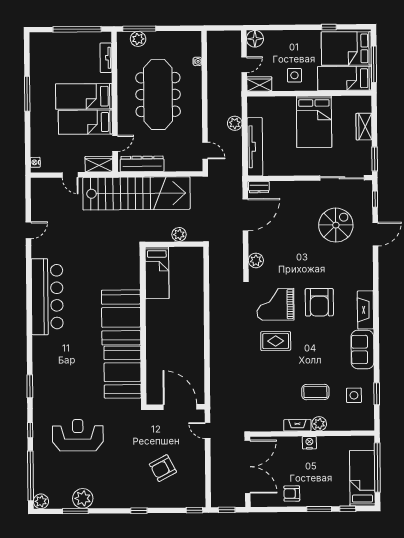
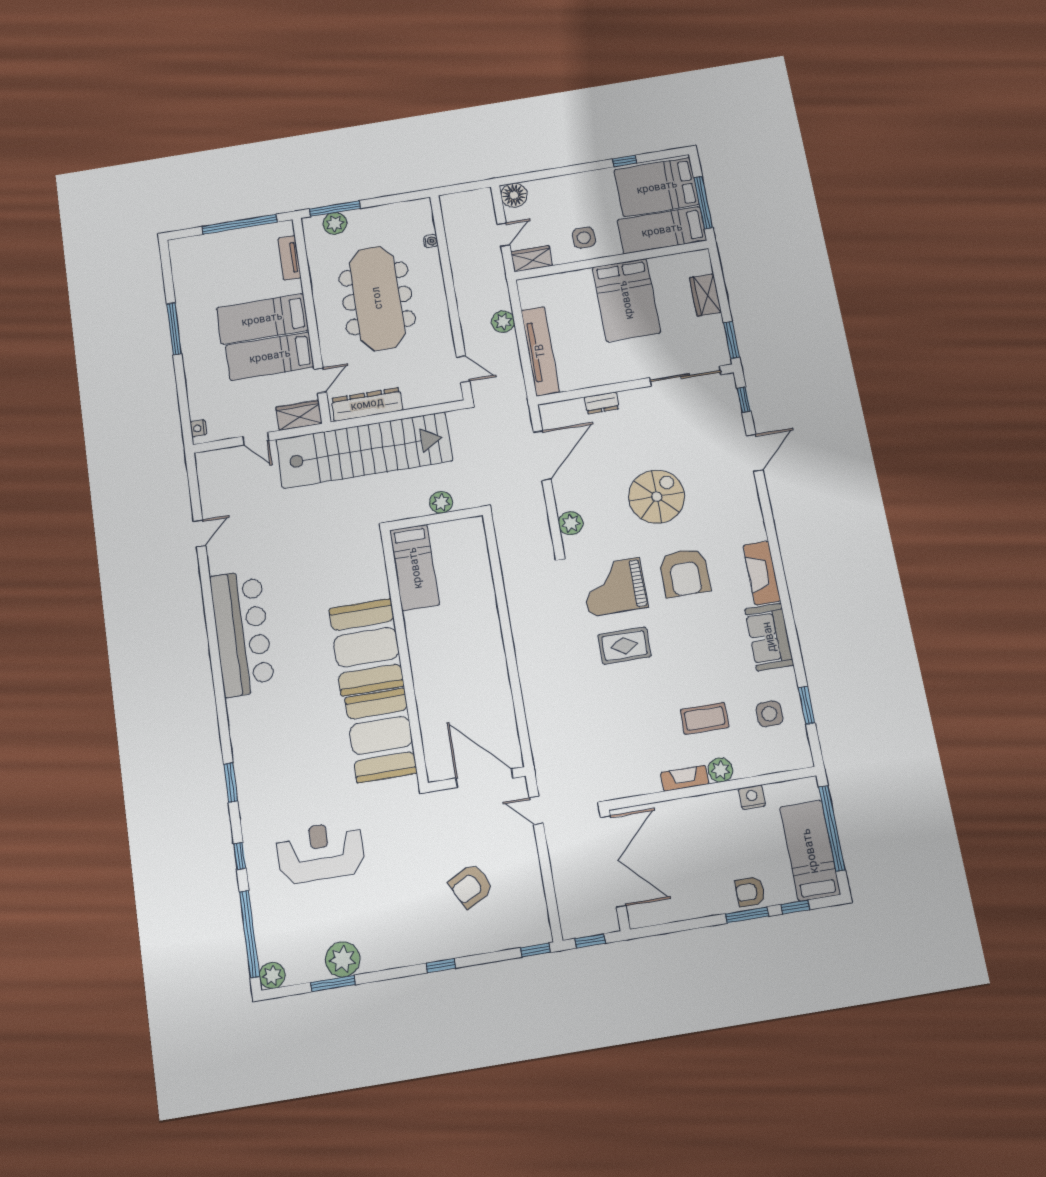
dresser: (259, 187) -> (602, 403), moved
spiral stairs: (336, 225) -> (657, 497), moved
nightstand: (309, 443) -> (752, 797), moved
armchair: (292, 494) -> (750, 892), moved

